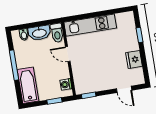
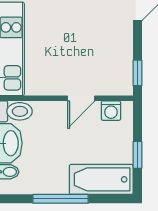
door: (68, 54) -> (81, 98), moved
window: (54, 101) -> (137, 155), moved

